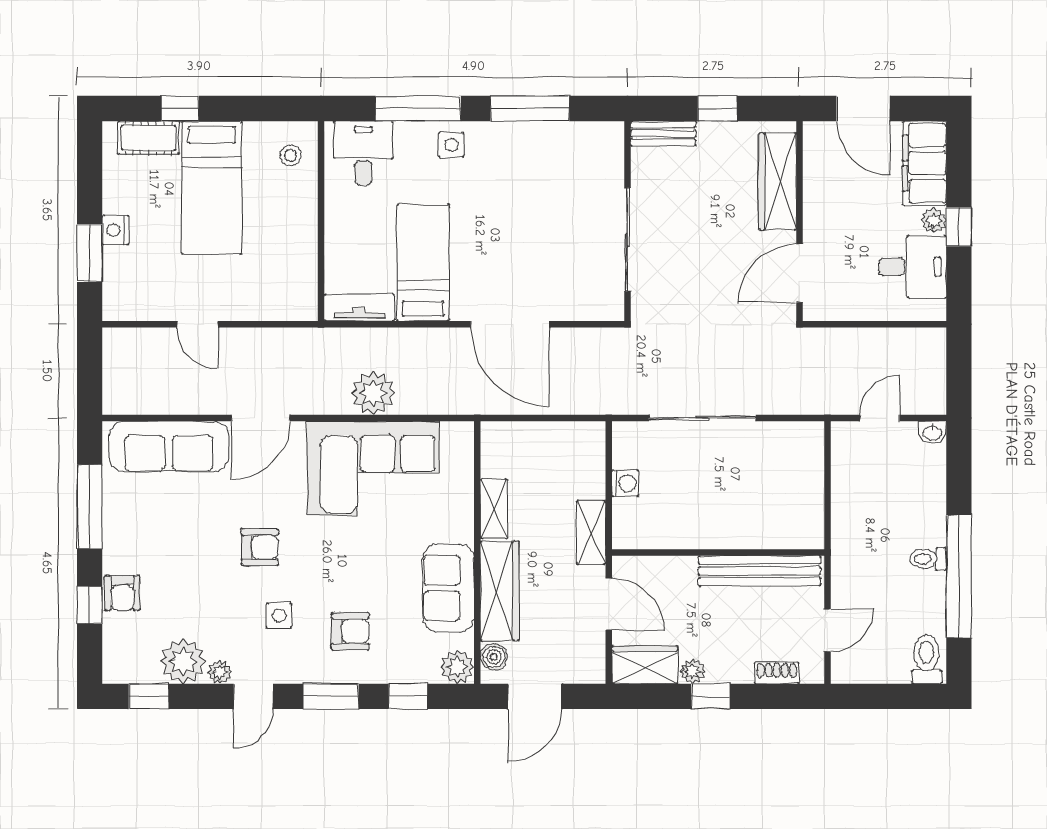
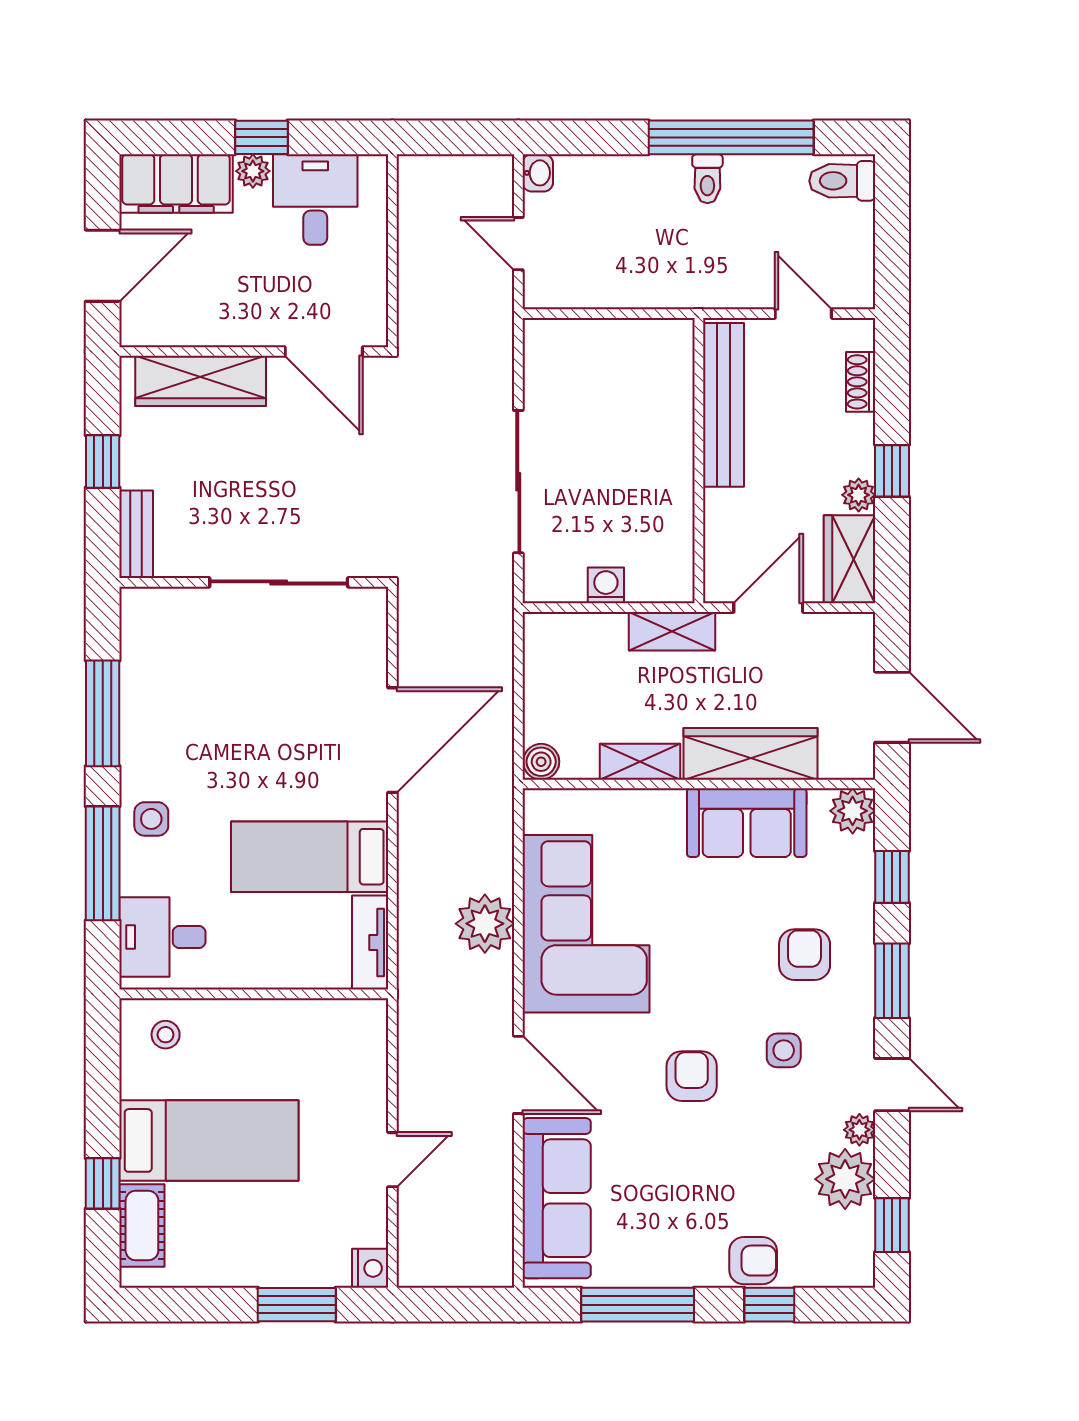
nightstand: (115, 230) -> (370, 1268), moved, turned -90
boiler: (494, 657) -> (541, 762), moved

